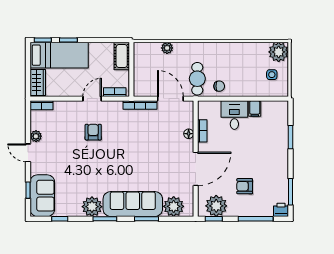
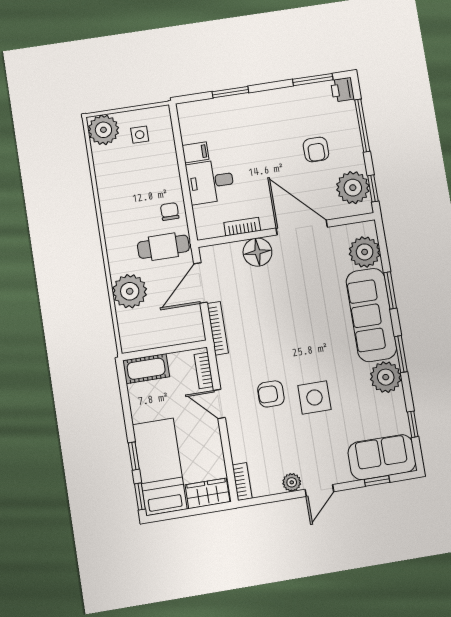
plant: (167, 48) -> (130, 291), width x1.88, depth x1.88
floor lamp: (189, 134) -> (258, 252), width x1.89, depth x1.89
side table: (86, 159) -> (314, 397), added

